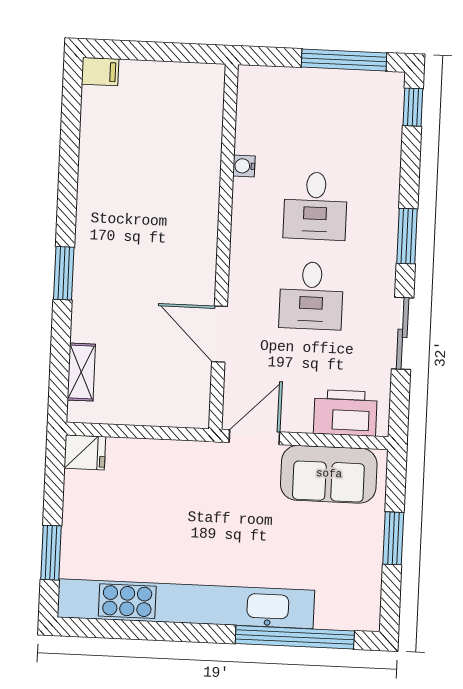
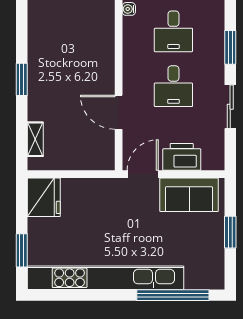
printer: (345, 413) -> (182, 157), moved
fridge: (85, 452) -> (44, 197), width x1.88, depth x1.34

